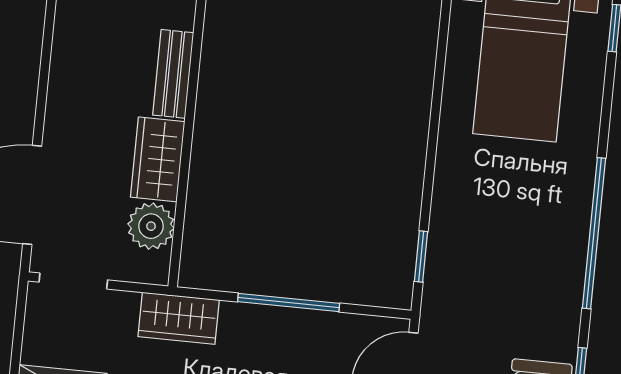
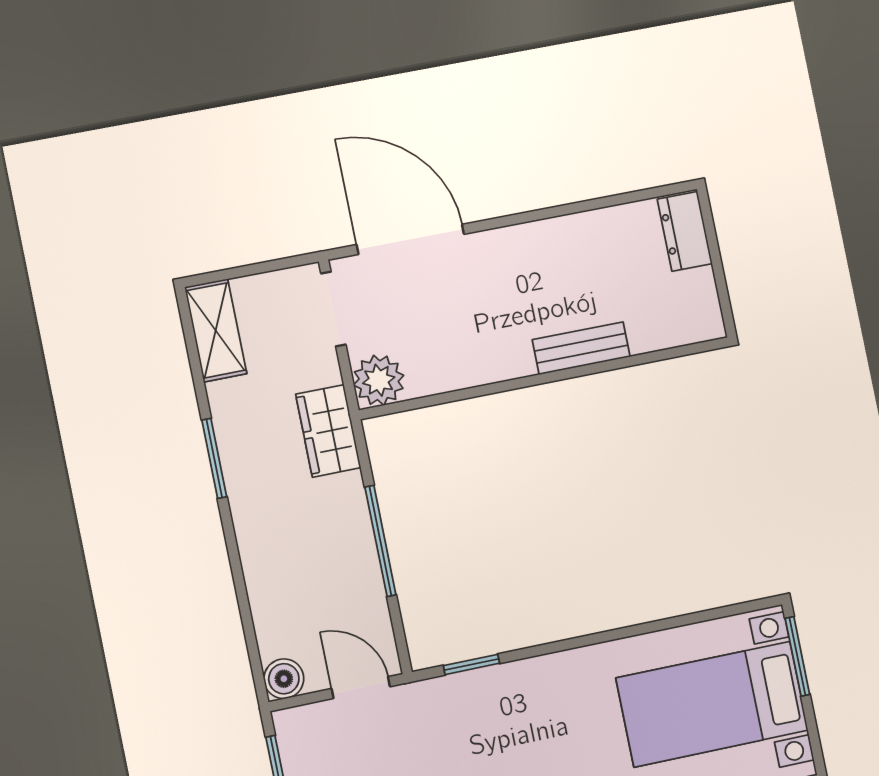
wardrobe: (158, 159) -> (488, 359), removed
plant: (151, 226) -> (379, 380), moved

